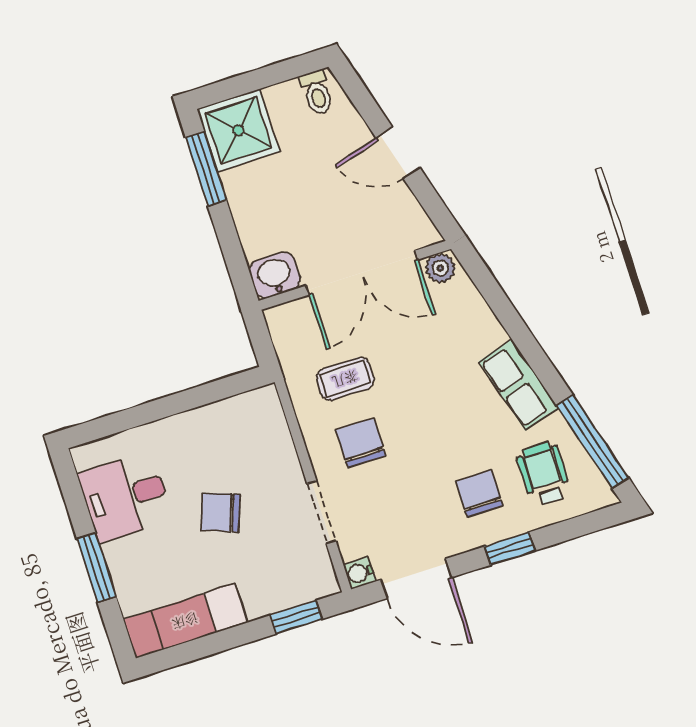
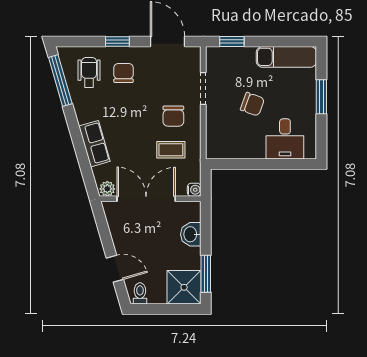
door: (398, 153) -> (115, 269), moved
washbasin: (275, 275) -> (191, 234), moved, turned 90
row of seats: (519, 385) -> (94, 144), moved
wheelchair: (544, 474) -> (89, 72), turned 180
chair: (479, 494) -> (124, 73), turned 180
desk: (125, 497) -> (285, 139), moved, turned 90
water cooler: (360, 573) -> (194, 190), moved

